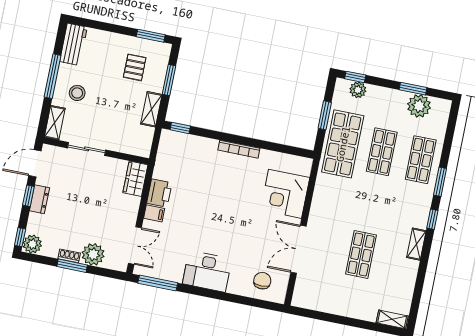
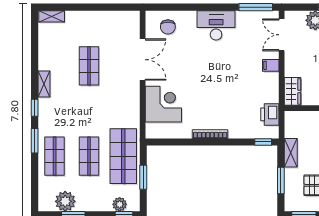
printer: (159, 193) -> (270, 114), moved

